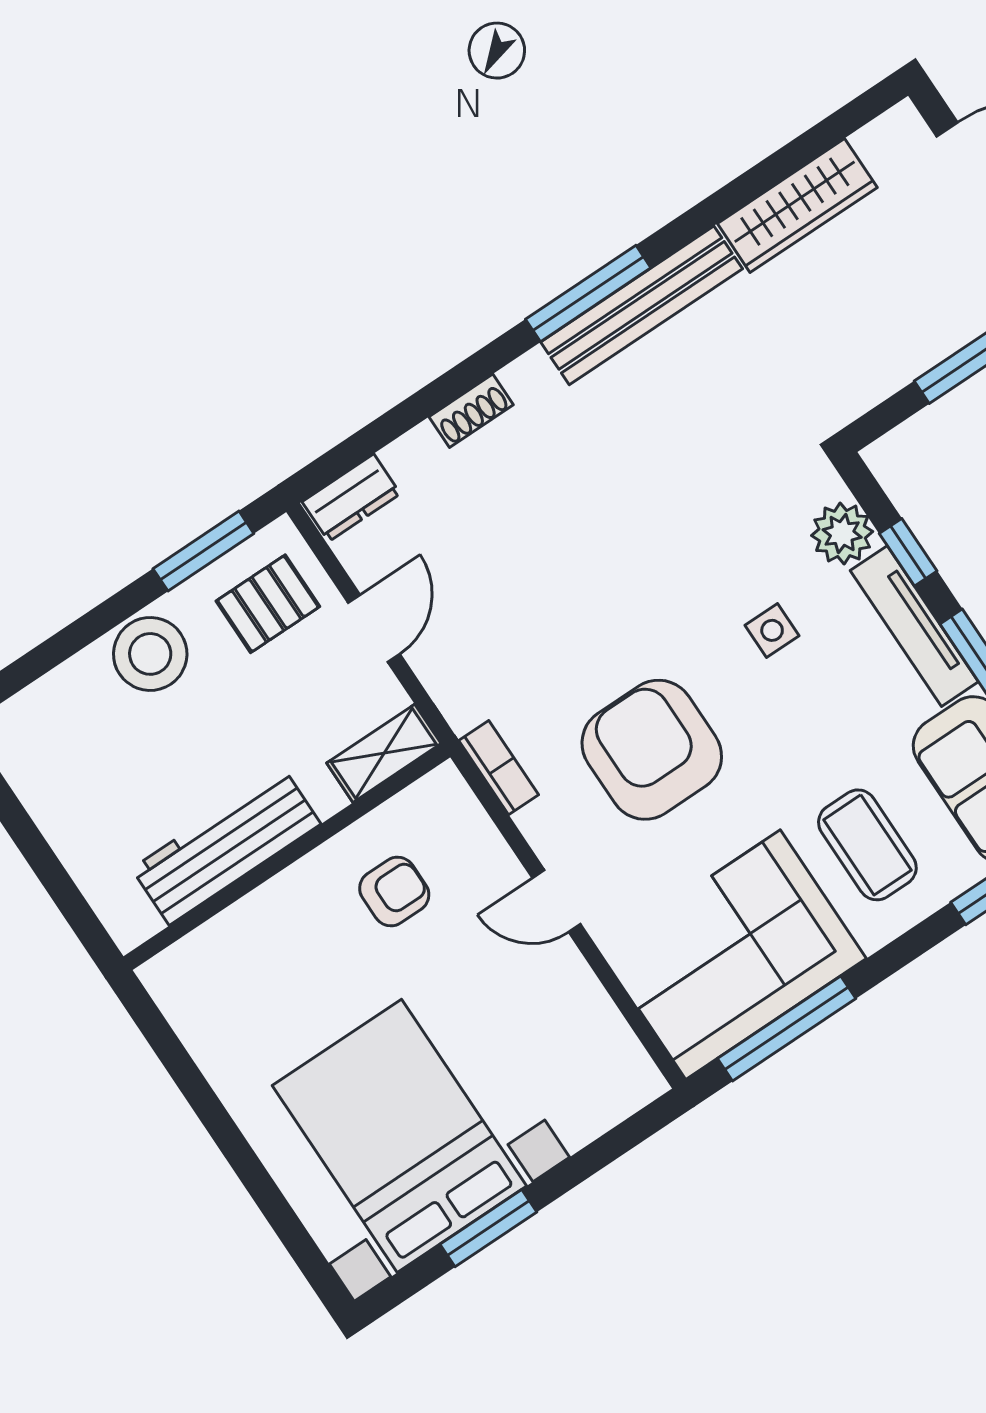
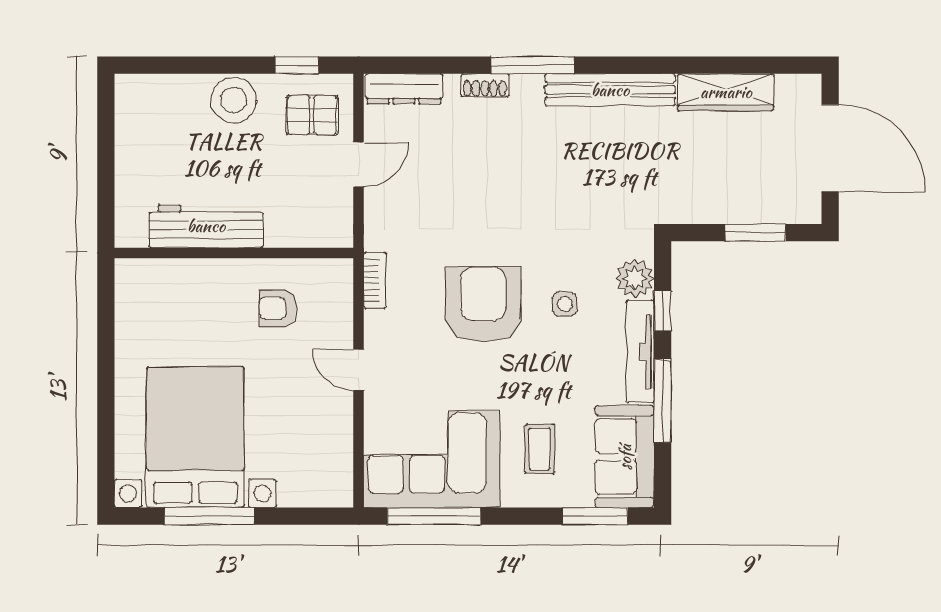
window: (588, 294) -> (533, 65), moved
dresser: (351, 498) -> (404, 89), width x1.44
window: (203, 551) -> (297, 65), width x0.67
armchair: (652, 750) -> (483, 304), moved
shelving: (384, 753) -> (320, 233), removed
coffee table: (867, 845) -> (540, 449), width x0.73, depth x0.77
armchair: (394, 892) -> (278, 308), turned 180
window: (488, 1228) -> (209, 516), width x1.44

